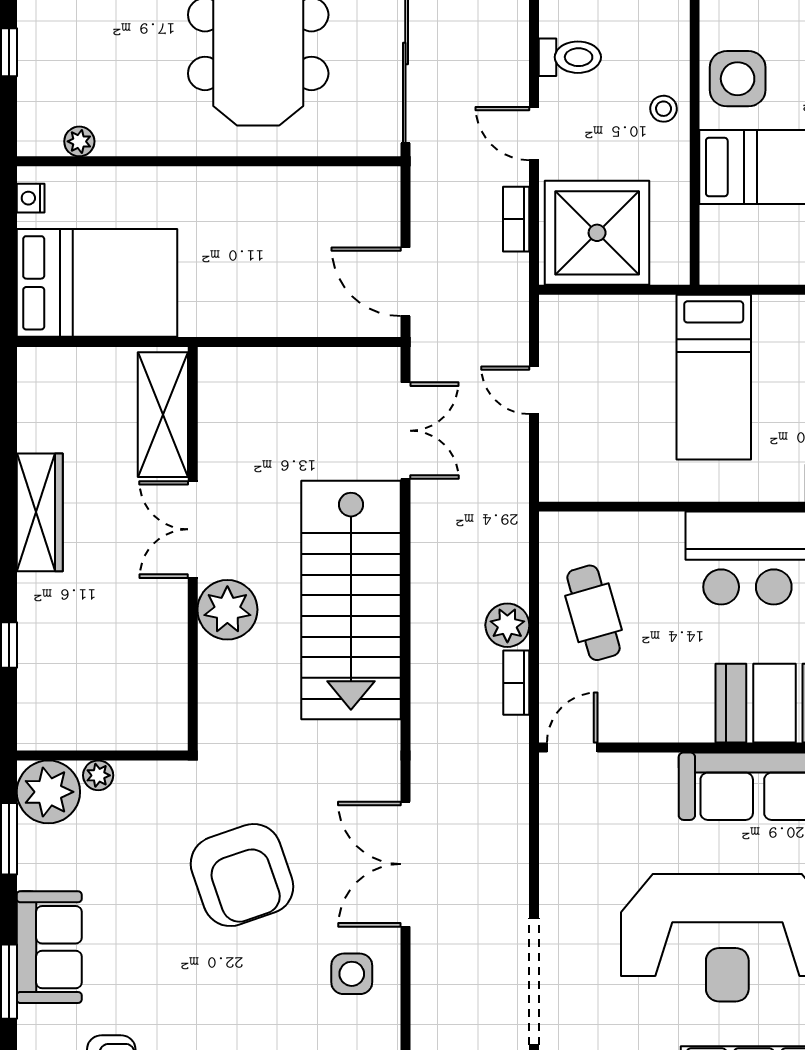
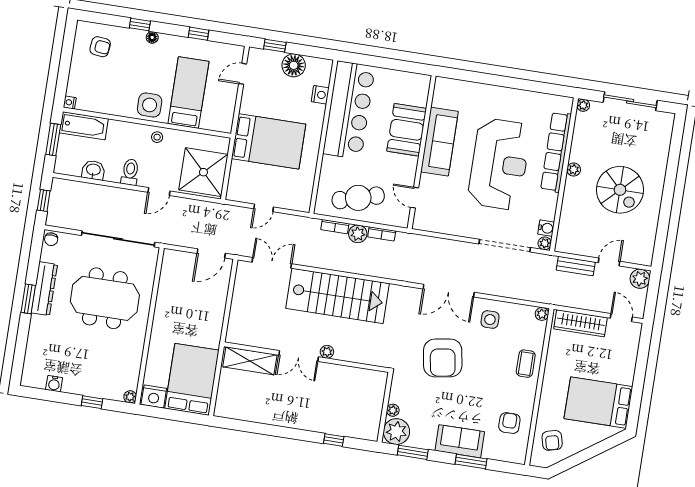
plant: (79, 141) -> (130, 397), moved
nightstand: (31, 198) -> (154, 397), width x1.89, depth x1.79
bookcase: (516, 219) -> (335, 227), moved
bed: (714, 377) -> (269, 141), width x1.50
wardrobe: (40, 512) -> (282, 417), removed
plant: (227, 610) -> (327, 352), width x0.53, depth x0.53
cafe table: (594, 613) -> (358, 198), width x1.37, depth x1.35
door: (572, 747) -> (414, 198), moved
armchair: (242, 875) -> (443, 358), turned 100

